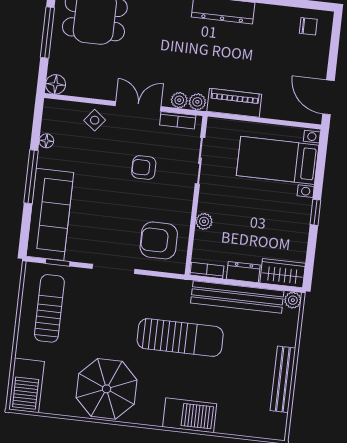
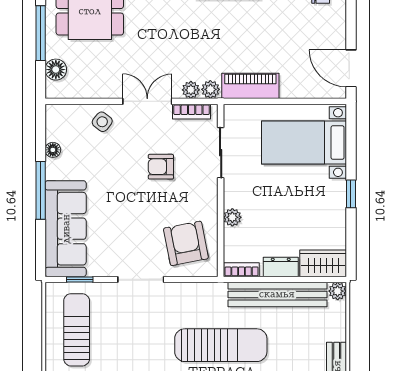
floor lamp: (56, 84) -> (56, 70), moved
armchair: (159, 240) -> (186, 243), turned 79

